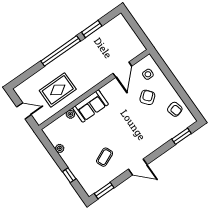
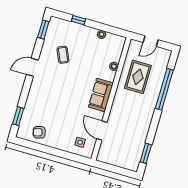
window: (92, 29) -> (146, 153), moved
window: (61, 51) -> (164, 89), moved
armchair: (147, 97) -> (67, 125), removed
sofa: (90, 106) -> (101, 95), moved

